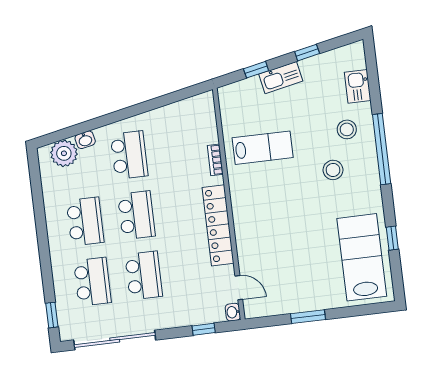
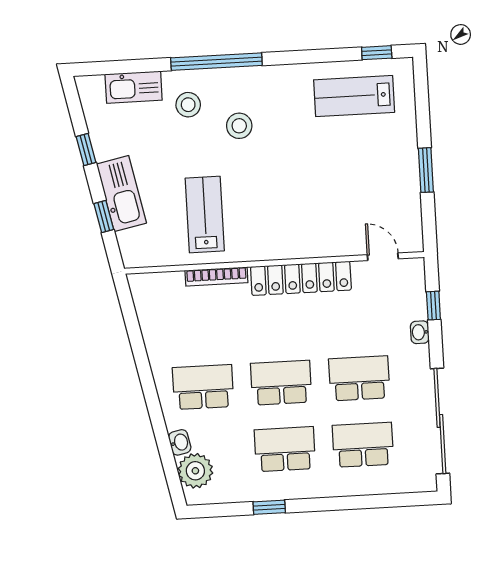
kitchen sink: (281, 78) -> (121, 194), width x1.36, depth x1.24
kitchen sink: (358, 86) -> (134, 87), width x1.38
bookcase: (215, 160) -> (216, 277), width x1.56
window: (392, 238) -> (377, 53), moved
lab bench: (362, 257) -> (354, 96), width x0.73, depth x0.72
door: (239, 288) -> (383, 257), hinge flipped
washbasin: (233, 312) -> (420, 332), moved, turned 90
window: (52, 315) -> (269, 507), moved

